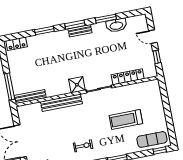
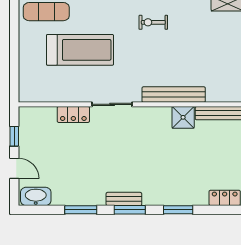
washbasin: (116, 25) -> (36, 196), moved
locker: (128, 77) -> (73, 114), width x0.66
shower: (77, 85) -> (183, 117), moved
treadmill: (126, 119) -> (80, 50), width x1.37, depth x1.38

